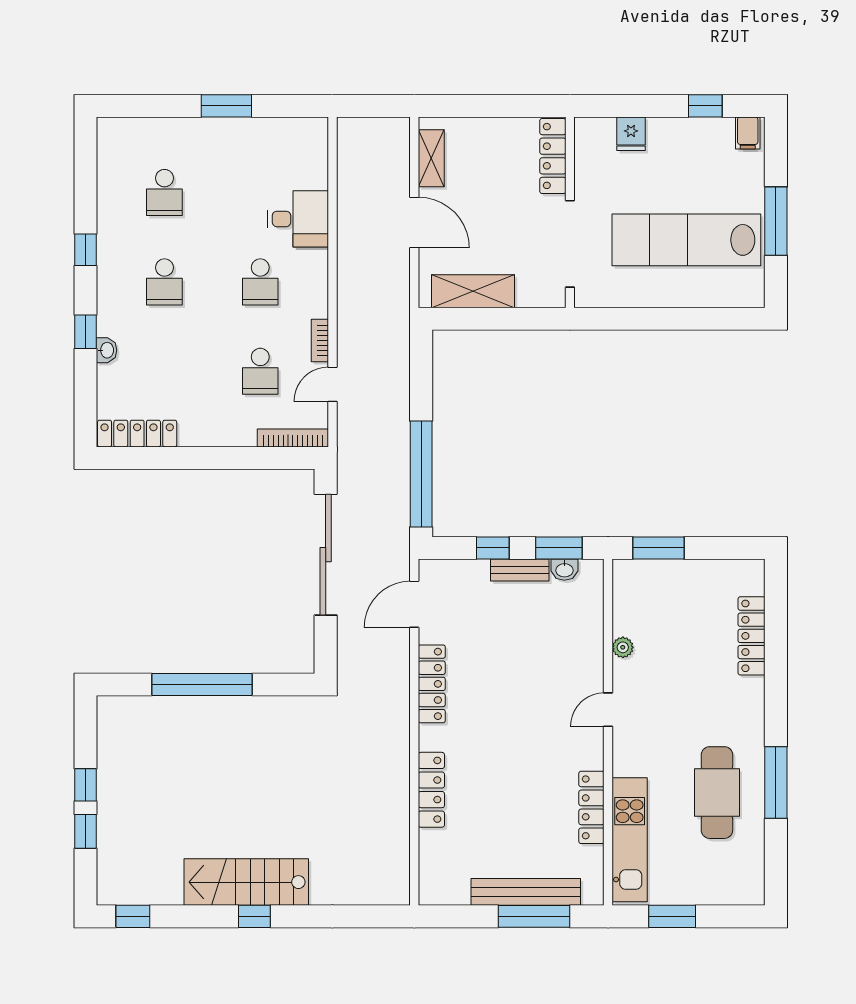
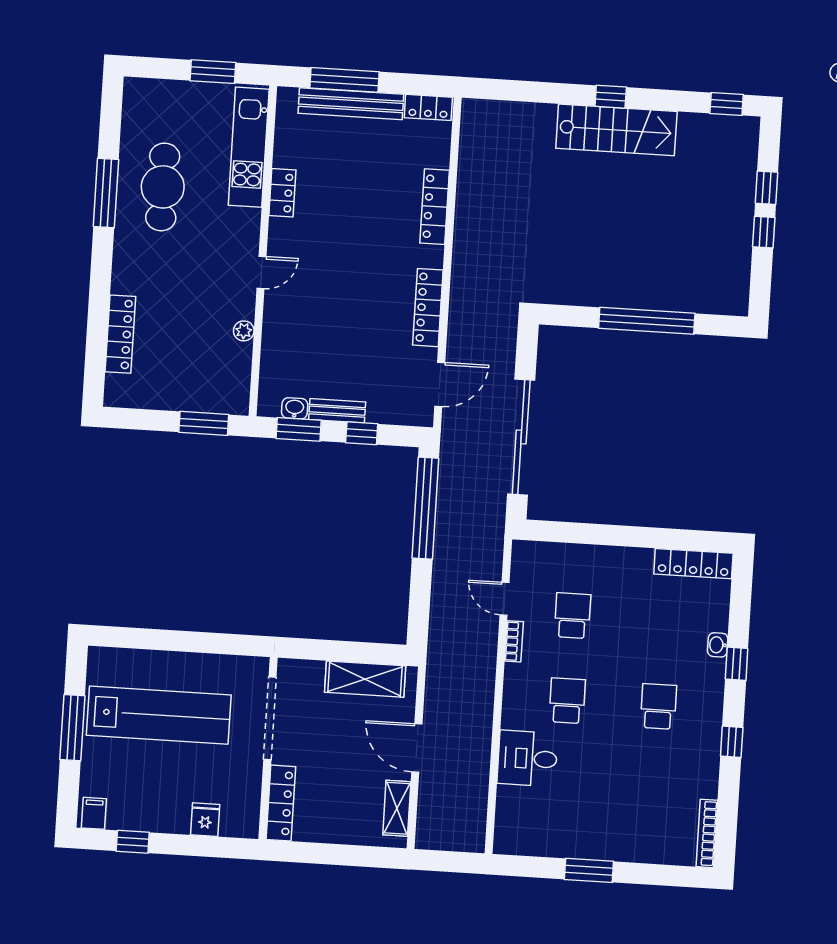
school desk: (164, 193) -> (653, 792), removed
door: (332, 384) -> (505, 599), swing flipped
bookcase: (293, 438) -> (707, 833), moved, turned 90
locker: (591, 807) -> (282, 193), width x0.66
locker: (444, 893) -> (428, 107), added

